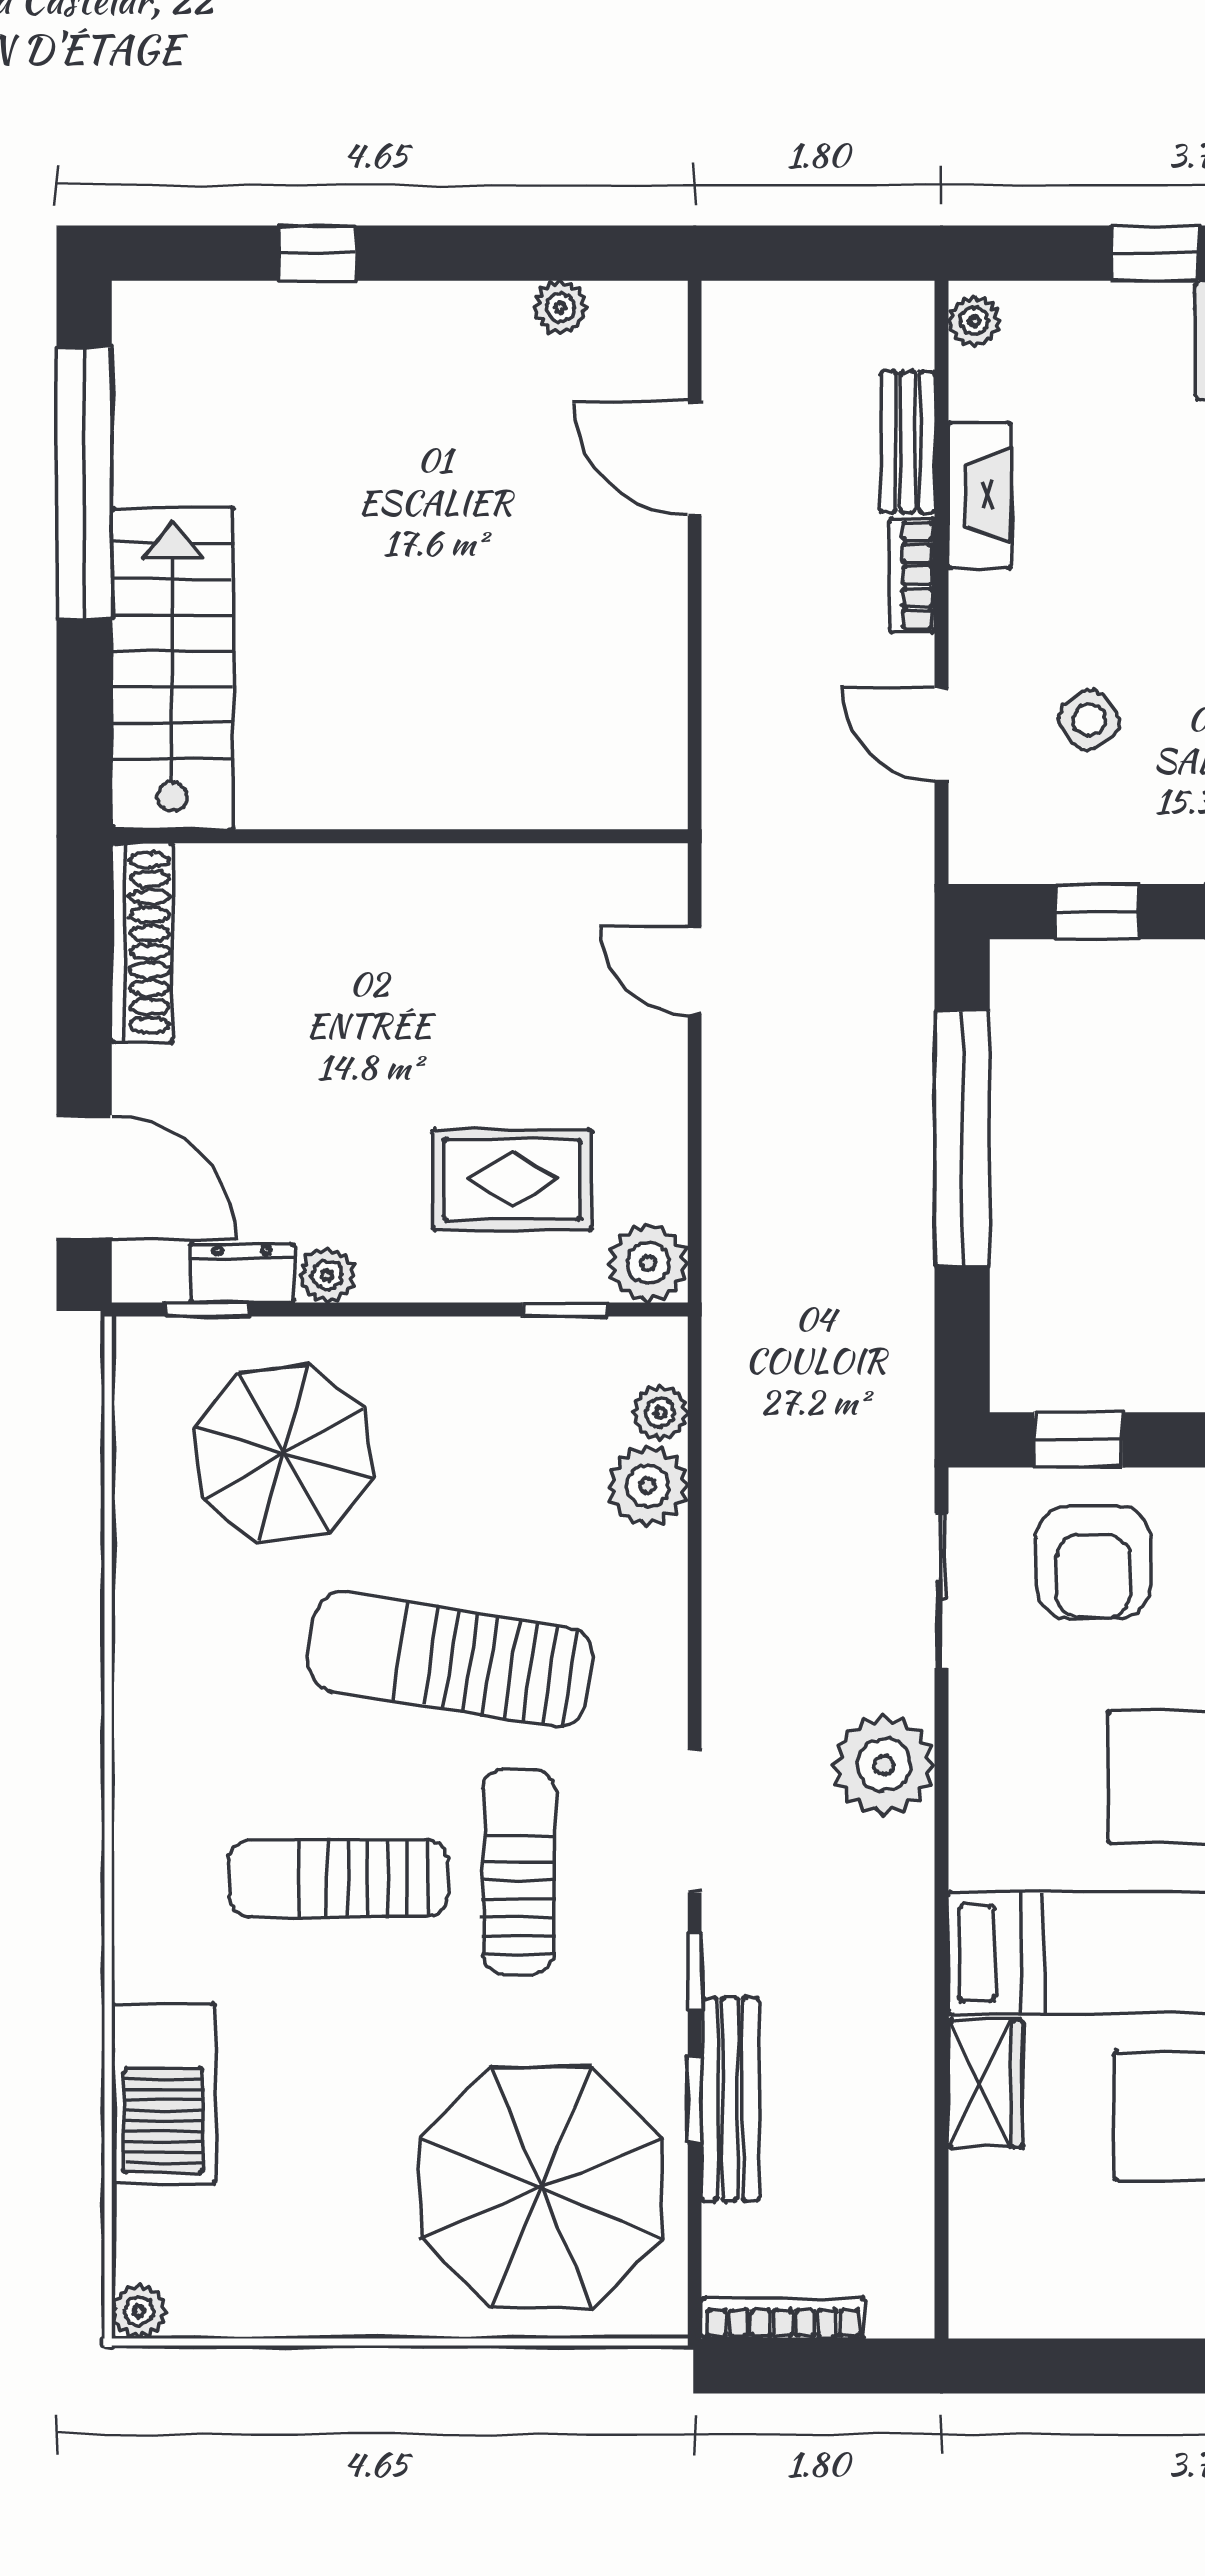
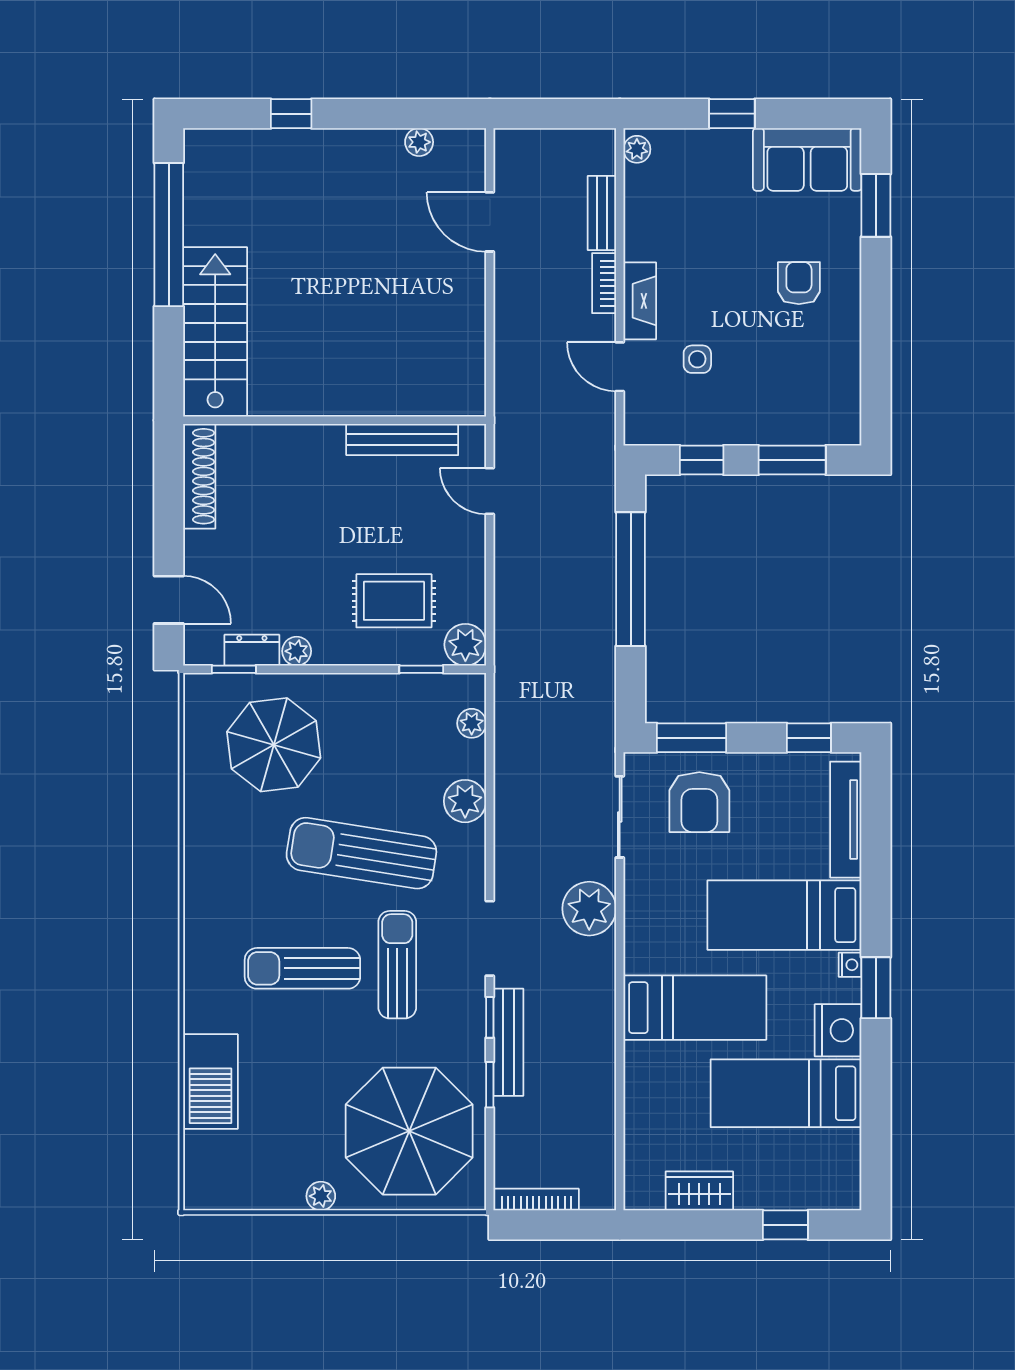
fireplace: (980, 495) -> (640, 301), moved
side table: (1089, 720) -> (697, 359), turned 35
bench: (528, 873) -> (402, 440), added
door: (84, 1177) -> (169, 600), width x0.73
window: (1078, 1440) -> (692, 738), width x1.50
plant: (647, 1486) -> (465, 801), moved
wardrobe: (986, 2084) -> (699, 1191), moved, turned -90
bench: (730, 2099) -> (508, 1042), moved
plant: (139, 2311) -> (321, 1196), moved

